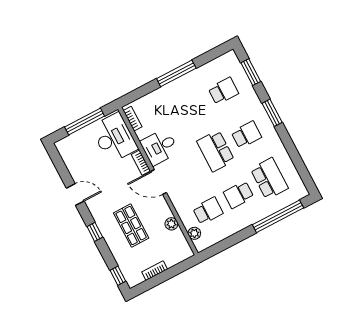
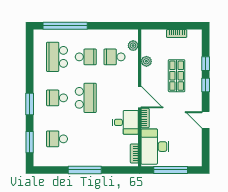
window: (118, 276) -> (206, 64), moved

